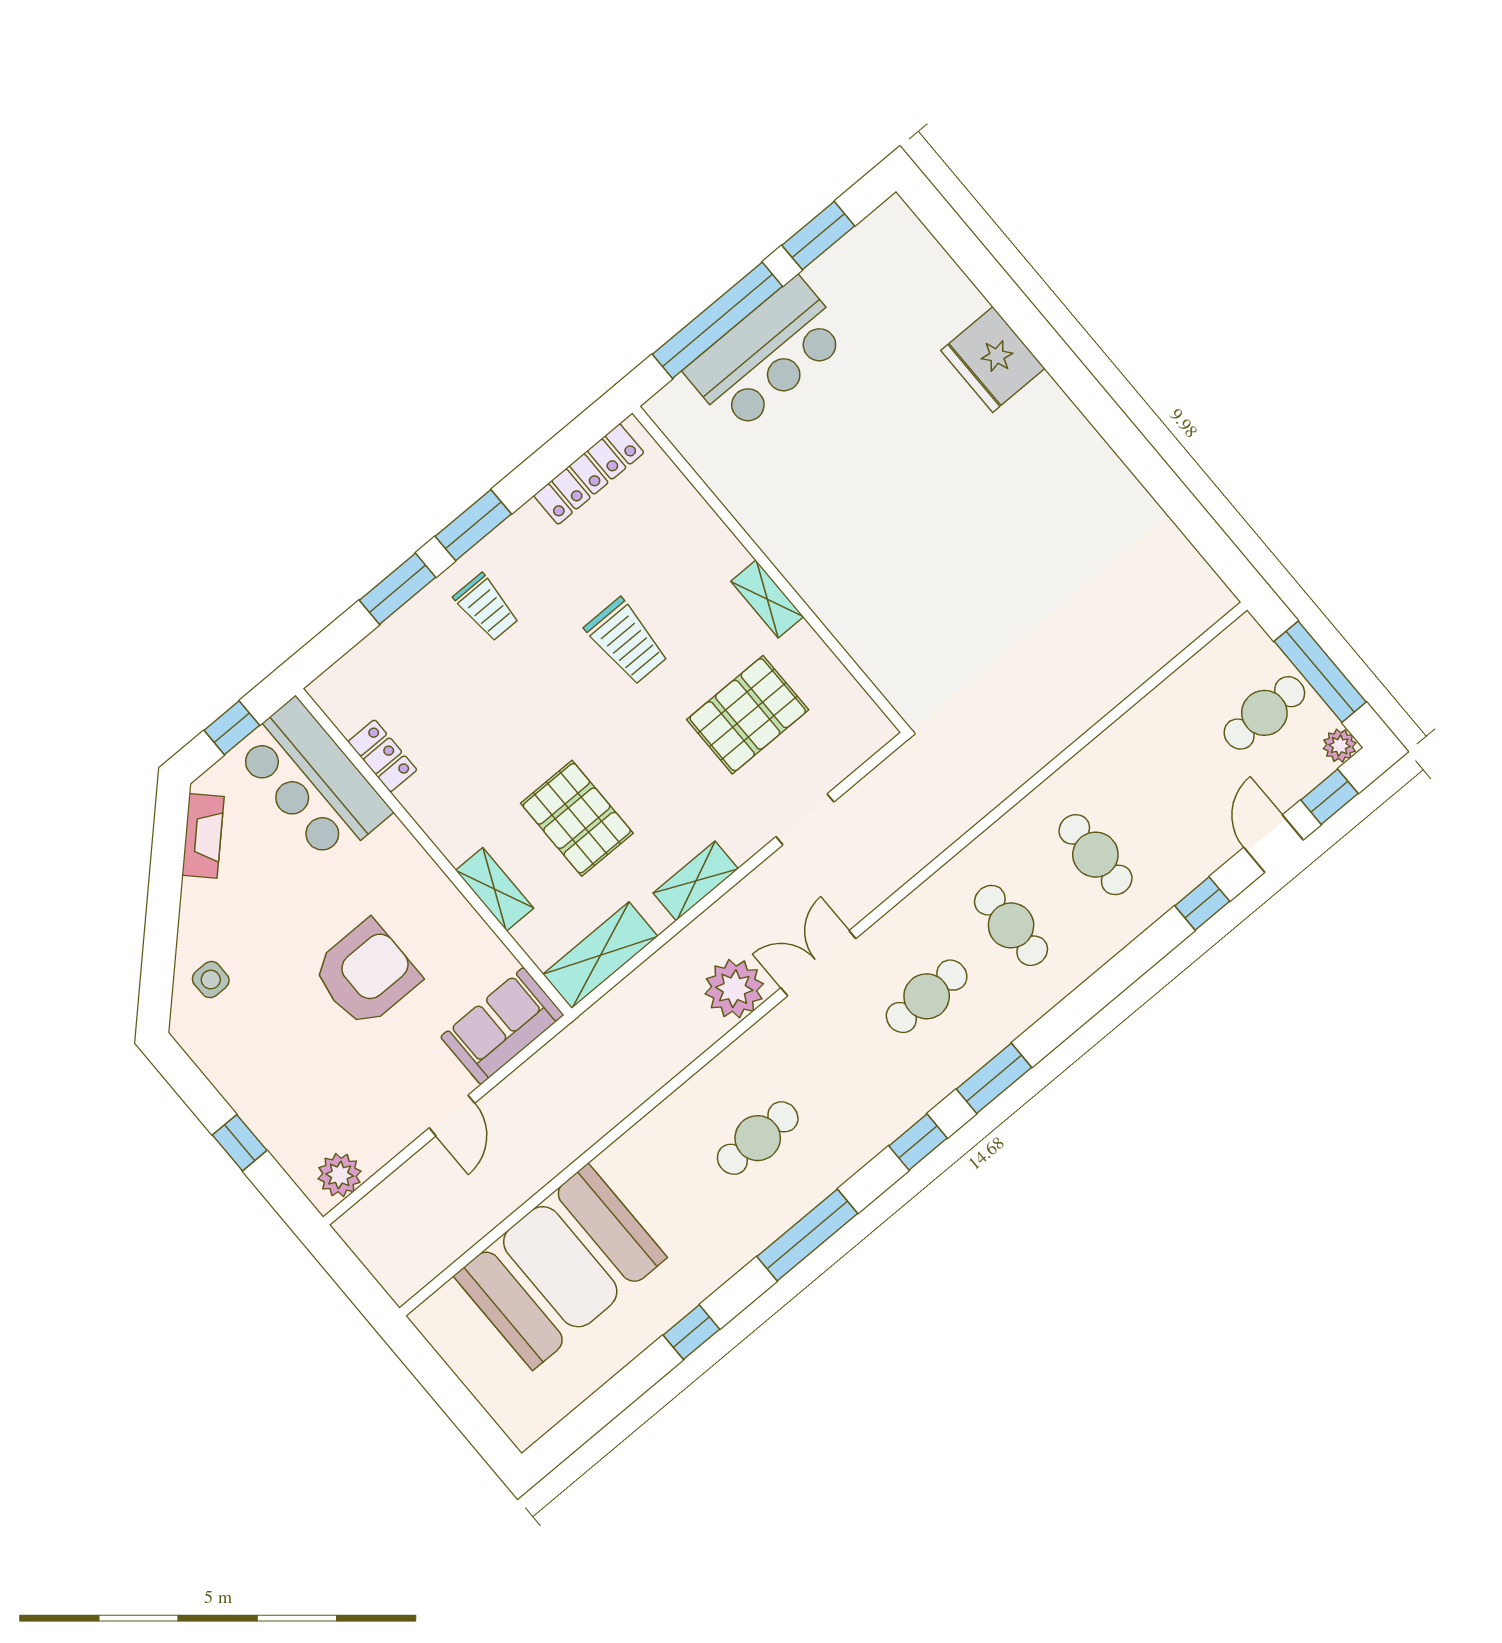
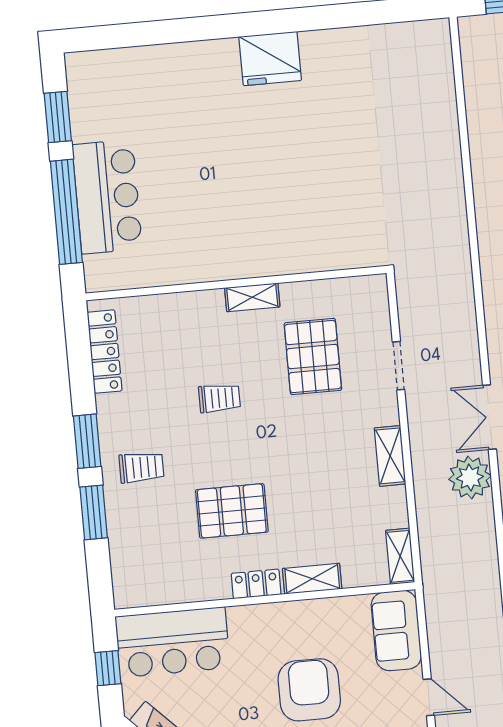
fridge: (993, 360) -> (270, 59), moved
trolley: (627, 641) -> (219, 398), width x0.73, depth x0.72
locker: (382, 756) -> (256, 584), moved
pallet: (577, 818) -> (232, 511), moved
shelving: (600, 955) -> (400, 556), width x0.67, depth x0.75

